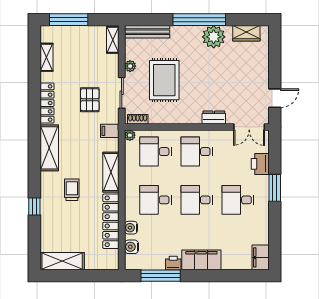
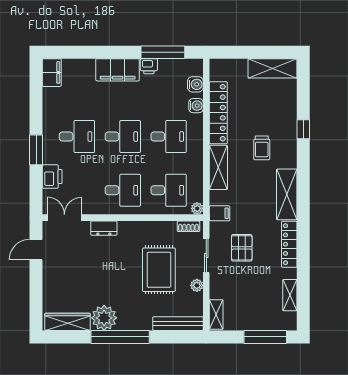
wardrobe: (246, 33) -> (68, 322), width x1.50

